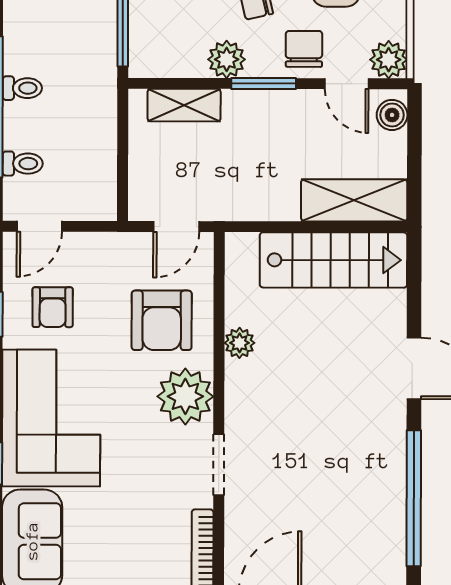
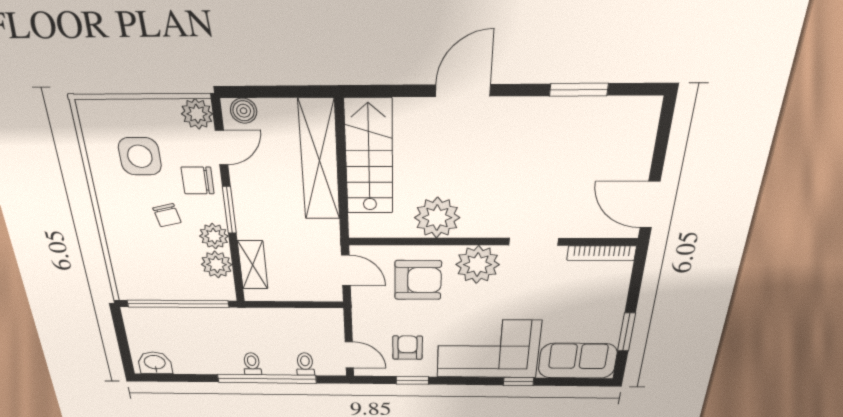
plant: (185, 58) -> (217, 265), added
shelving: (354, 200) -> (319, 161), width x1.47
armchair: (53, 307) -> (408, 348), turned -90
plant: (240, 343) -> (437, 218), width x1.87, depth x1.87
window: (414, 498) -> (579, 90), width x0.47

